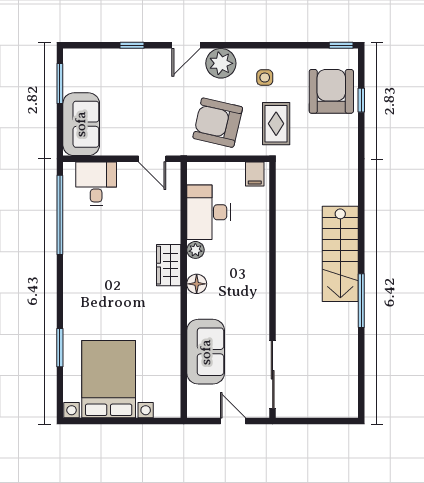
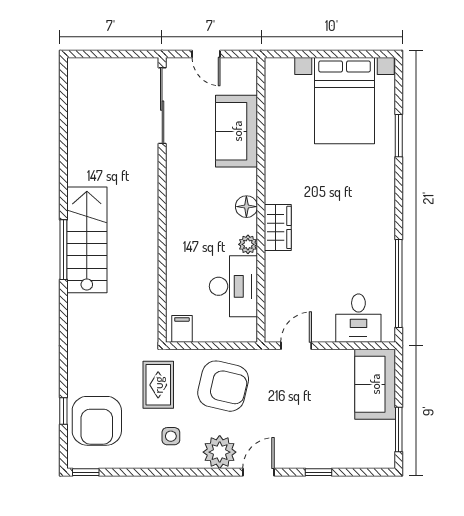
door: (152, 159) -> (296, 346), hinge flipped
window: (361, 301) -> (63, 250), moved

